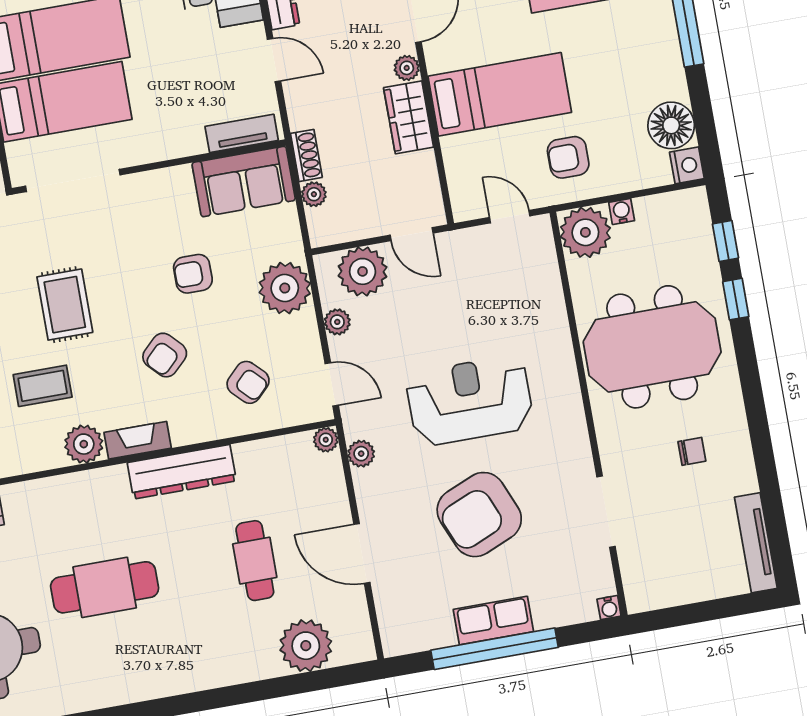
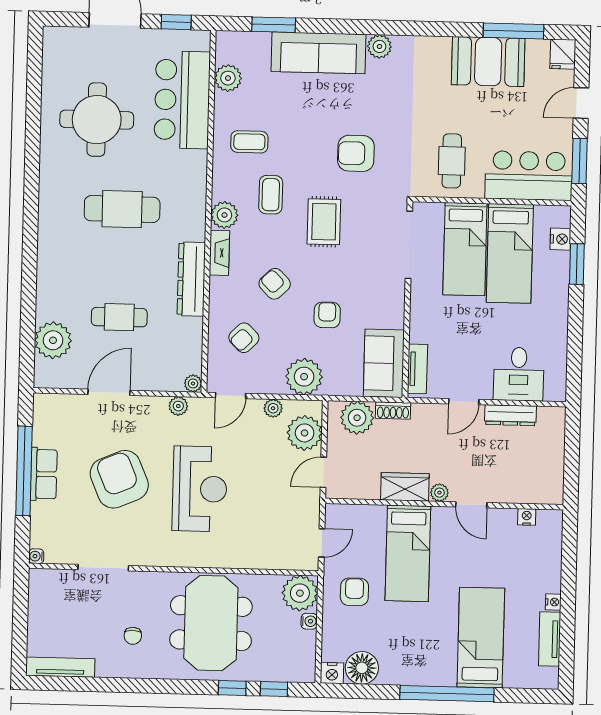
plant: (314, 194) -> (357, 418), width x1.88, depth x1.88
rug: (65, 305) -> (324, 222), turned 90
cafe table: (105, 587) -> (122, 209), turned 90

